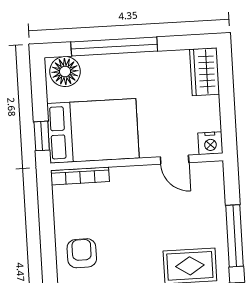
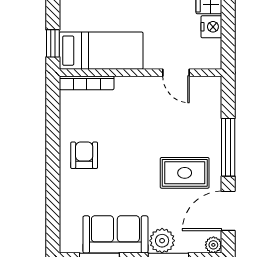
bed: (93, 131) -> (101, 51), width x0.67
nightstand: (210, 143) -> (211, 27), moved, turned -90

